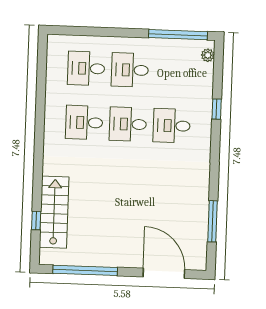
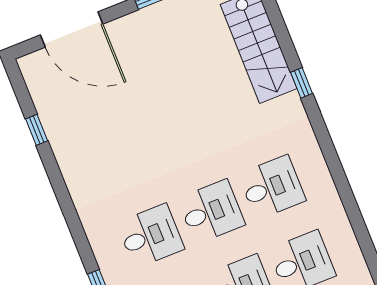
window: (36, 221) -> (302, 83), moved
window: (212, 221) -> (37, 130), width x0.46

